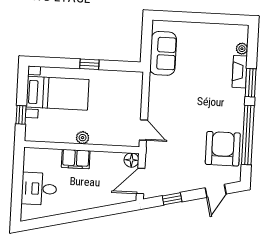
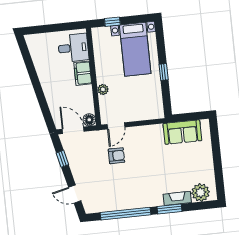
plant: (242, 49) -> (201, 193), width x1.88, depth x1.88
plant: (83, 138) -> (103, 89), moved
armchair: (223, 149) -> (116, 156), moved, width x0.53, depth x0.53
desk: (39, 189) -> (73, 48), moved, turned 90

